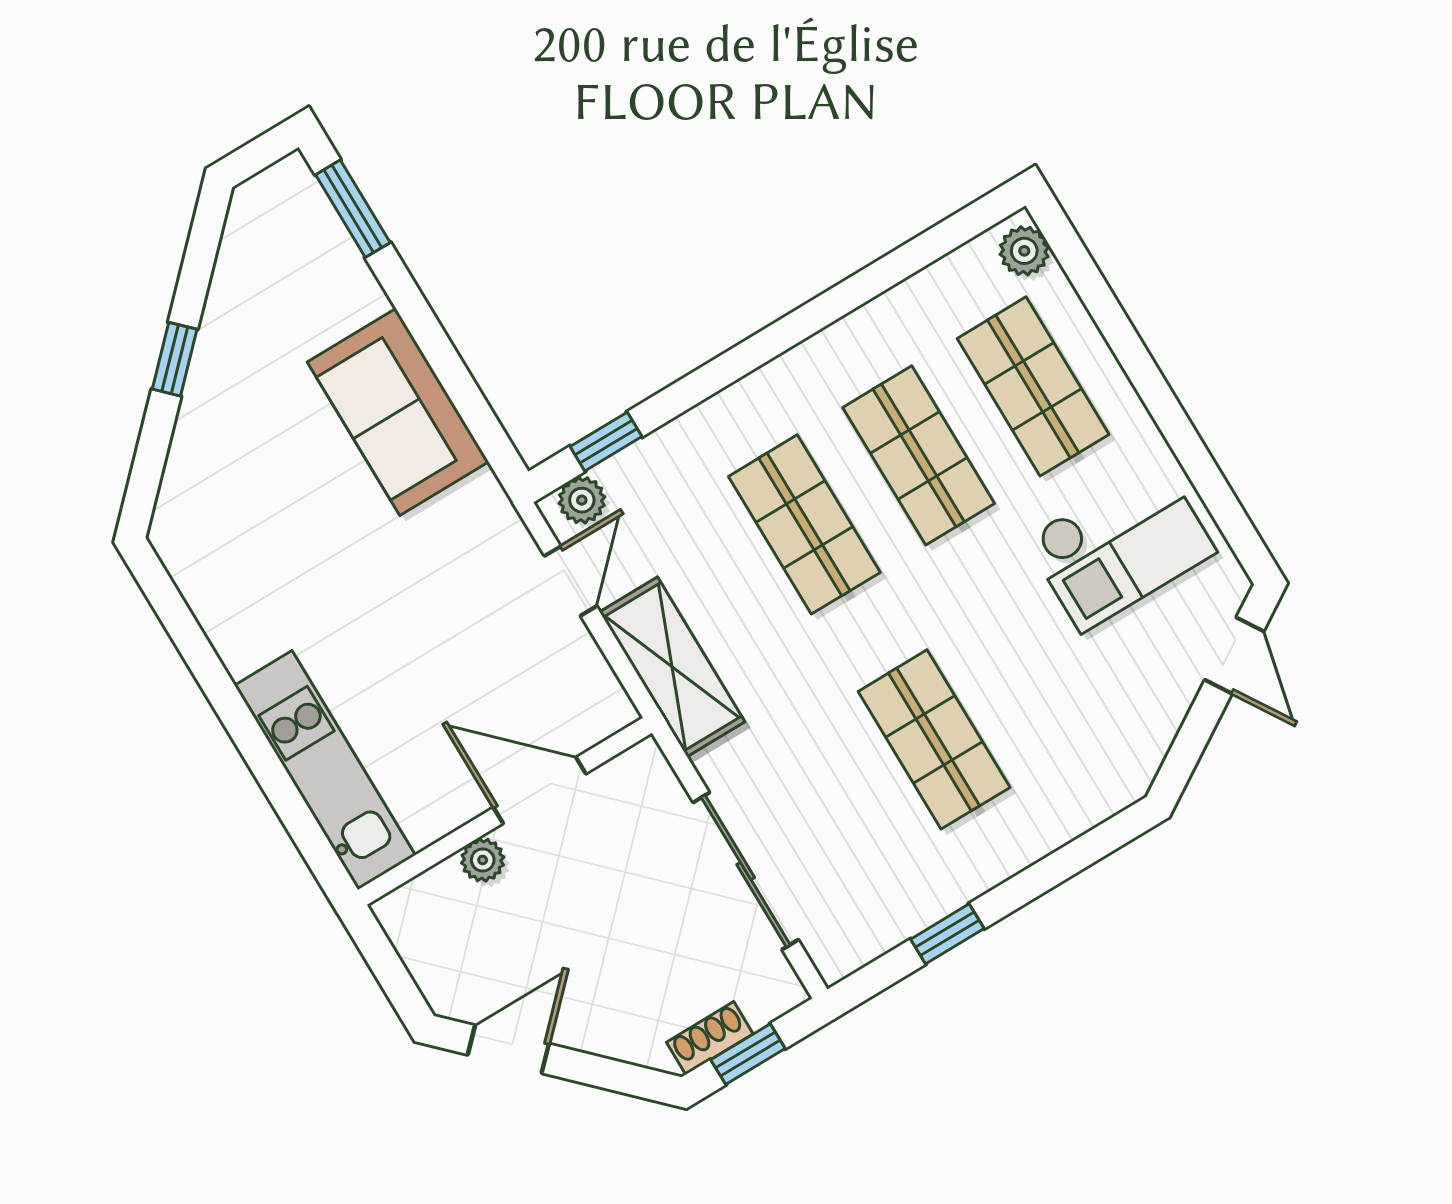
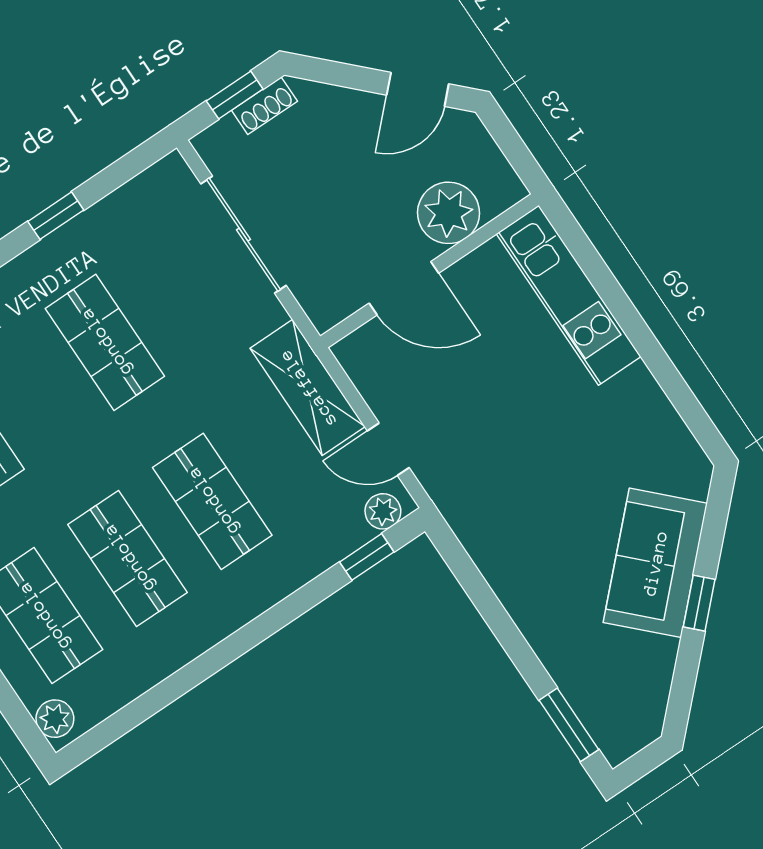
sofa: (398, 412) -> (655, 563), moved, turned -135
door: (571, 581) -> (388, 449), hinge flipped
plant: (483, 860) -> (449, 213), width x1.87, depth x1.87
window: (947, 934) -> (56, 216), moved

